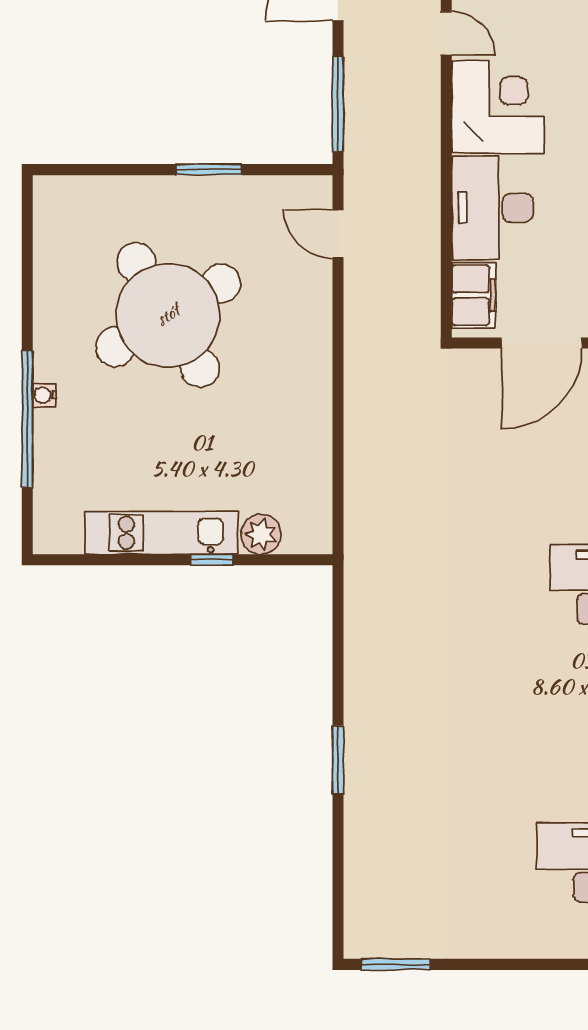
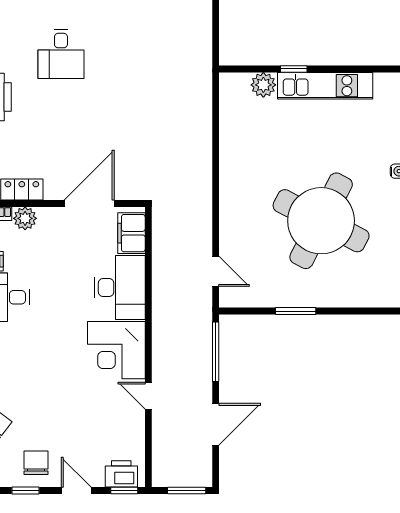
round table: (168, 315) -> (321, 221), turned -32

